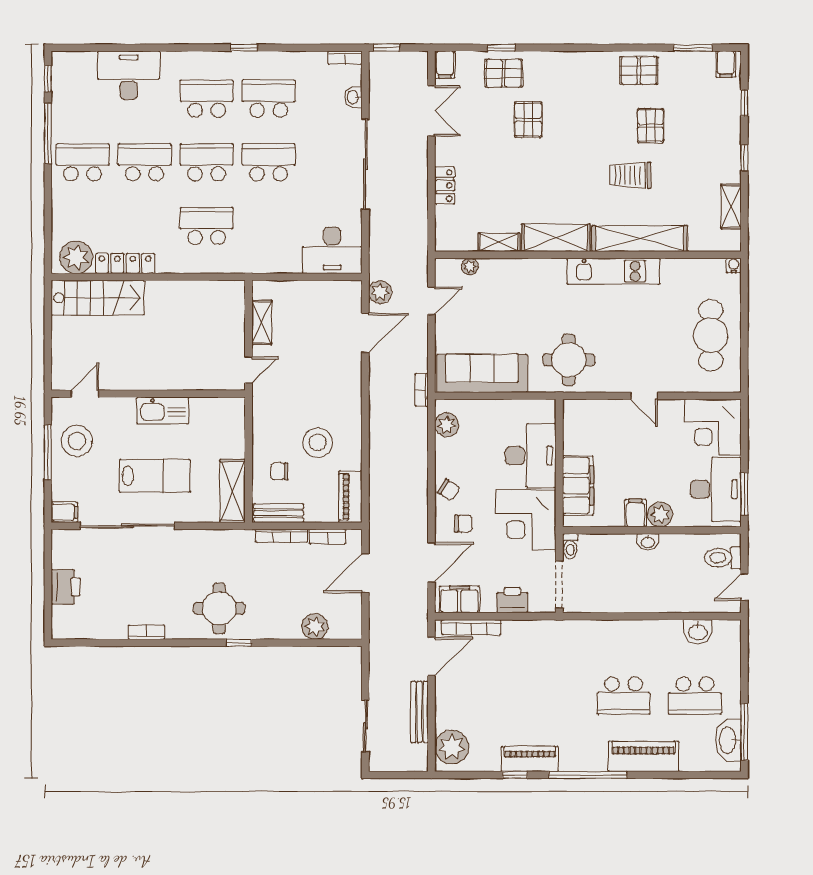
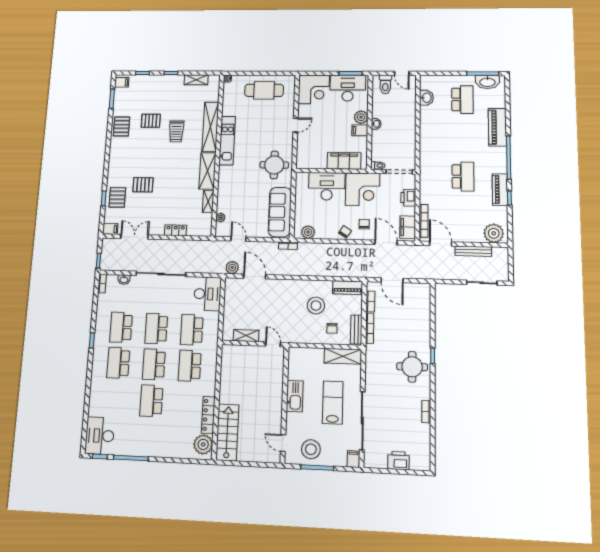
desk: (129, 75) -> (100, 436), moved
school desk: (83, 162) -> (192, 330), moved
plant: (315, 626) -> (423, 310), removed
school desk: (624, 696) -> (463, 177), moved

